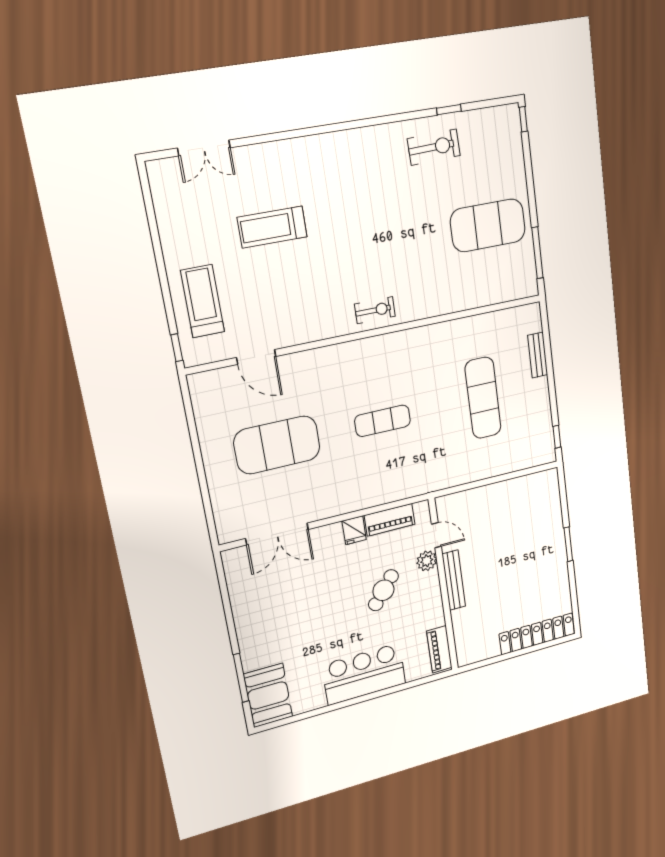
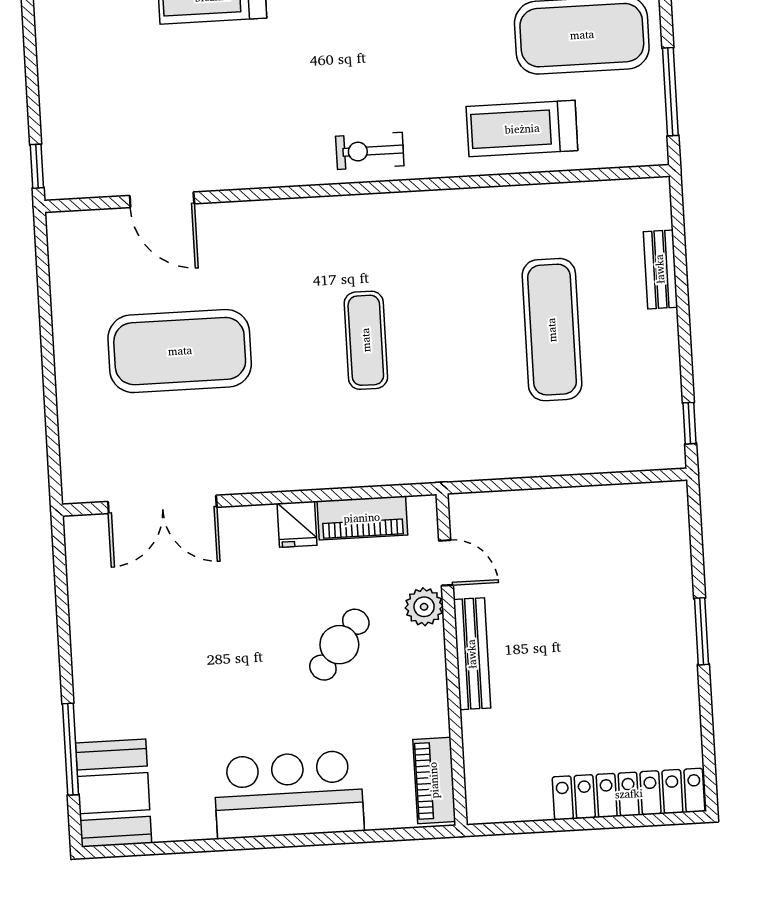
treadmill: (203, 301) -> (522, 129), moved, turned -90
exercise bike: (375, 310) -> (370, 151), turned 180
exercise mat: (383, 421) -> (366, 340), turned 90

